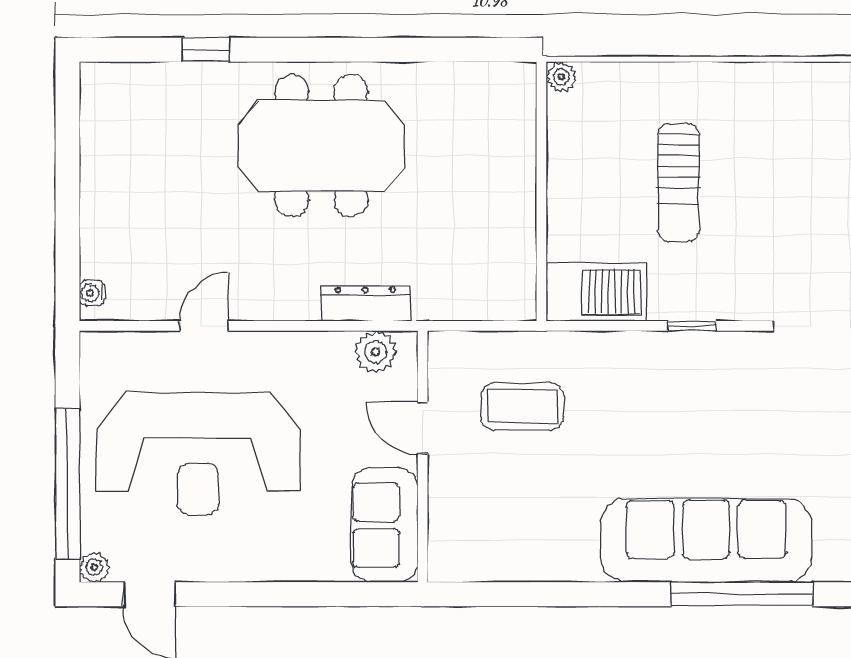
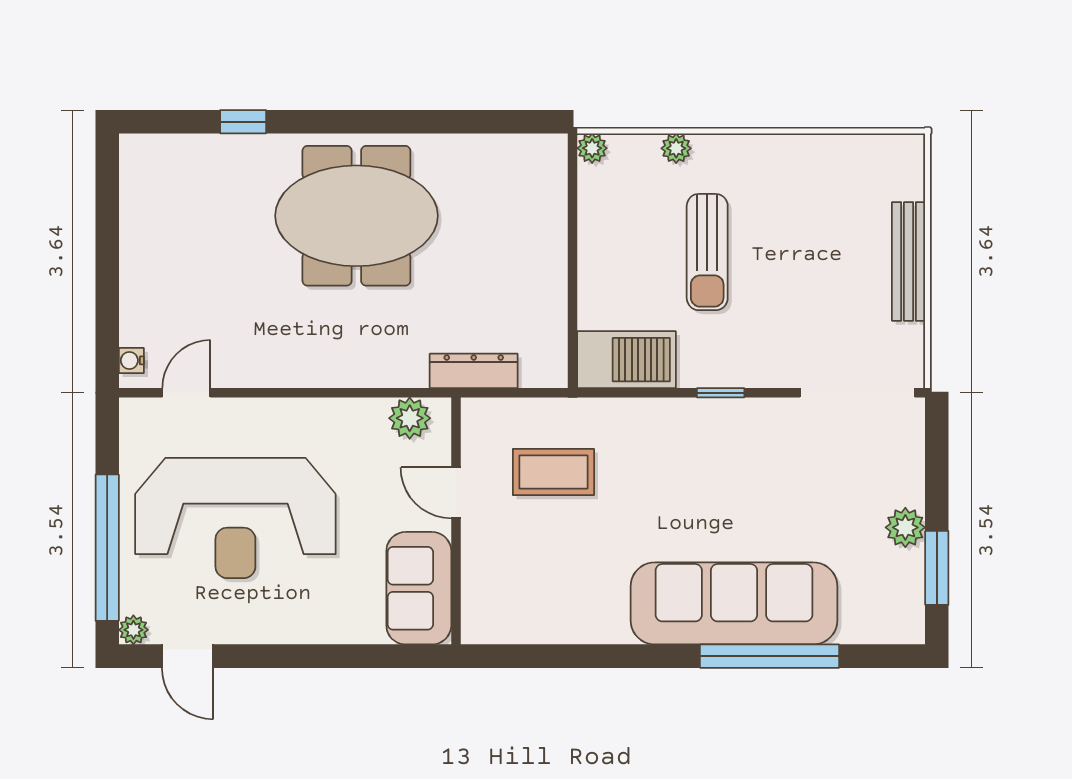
plant: (647, 77) -> (676, 148), added
dresser: (365, 304) -> (474, 371), moved
door: (204, 326) -> (186, 393), moved

